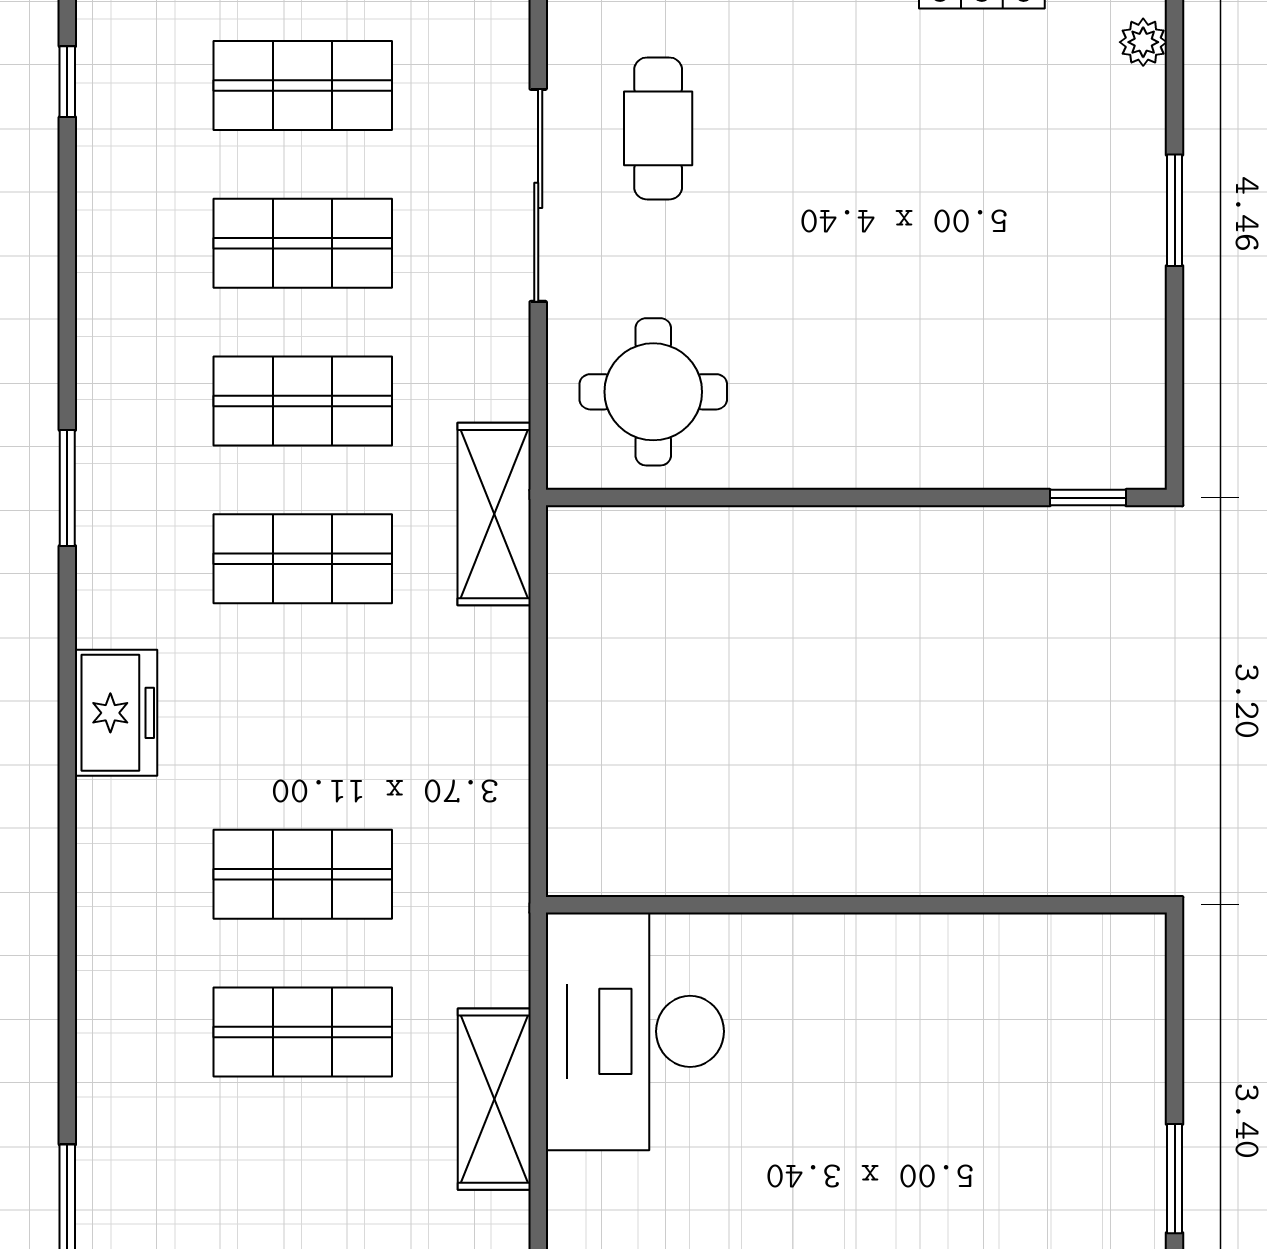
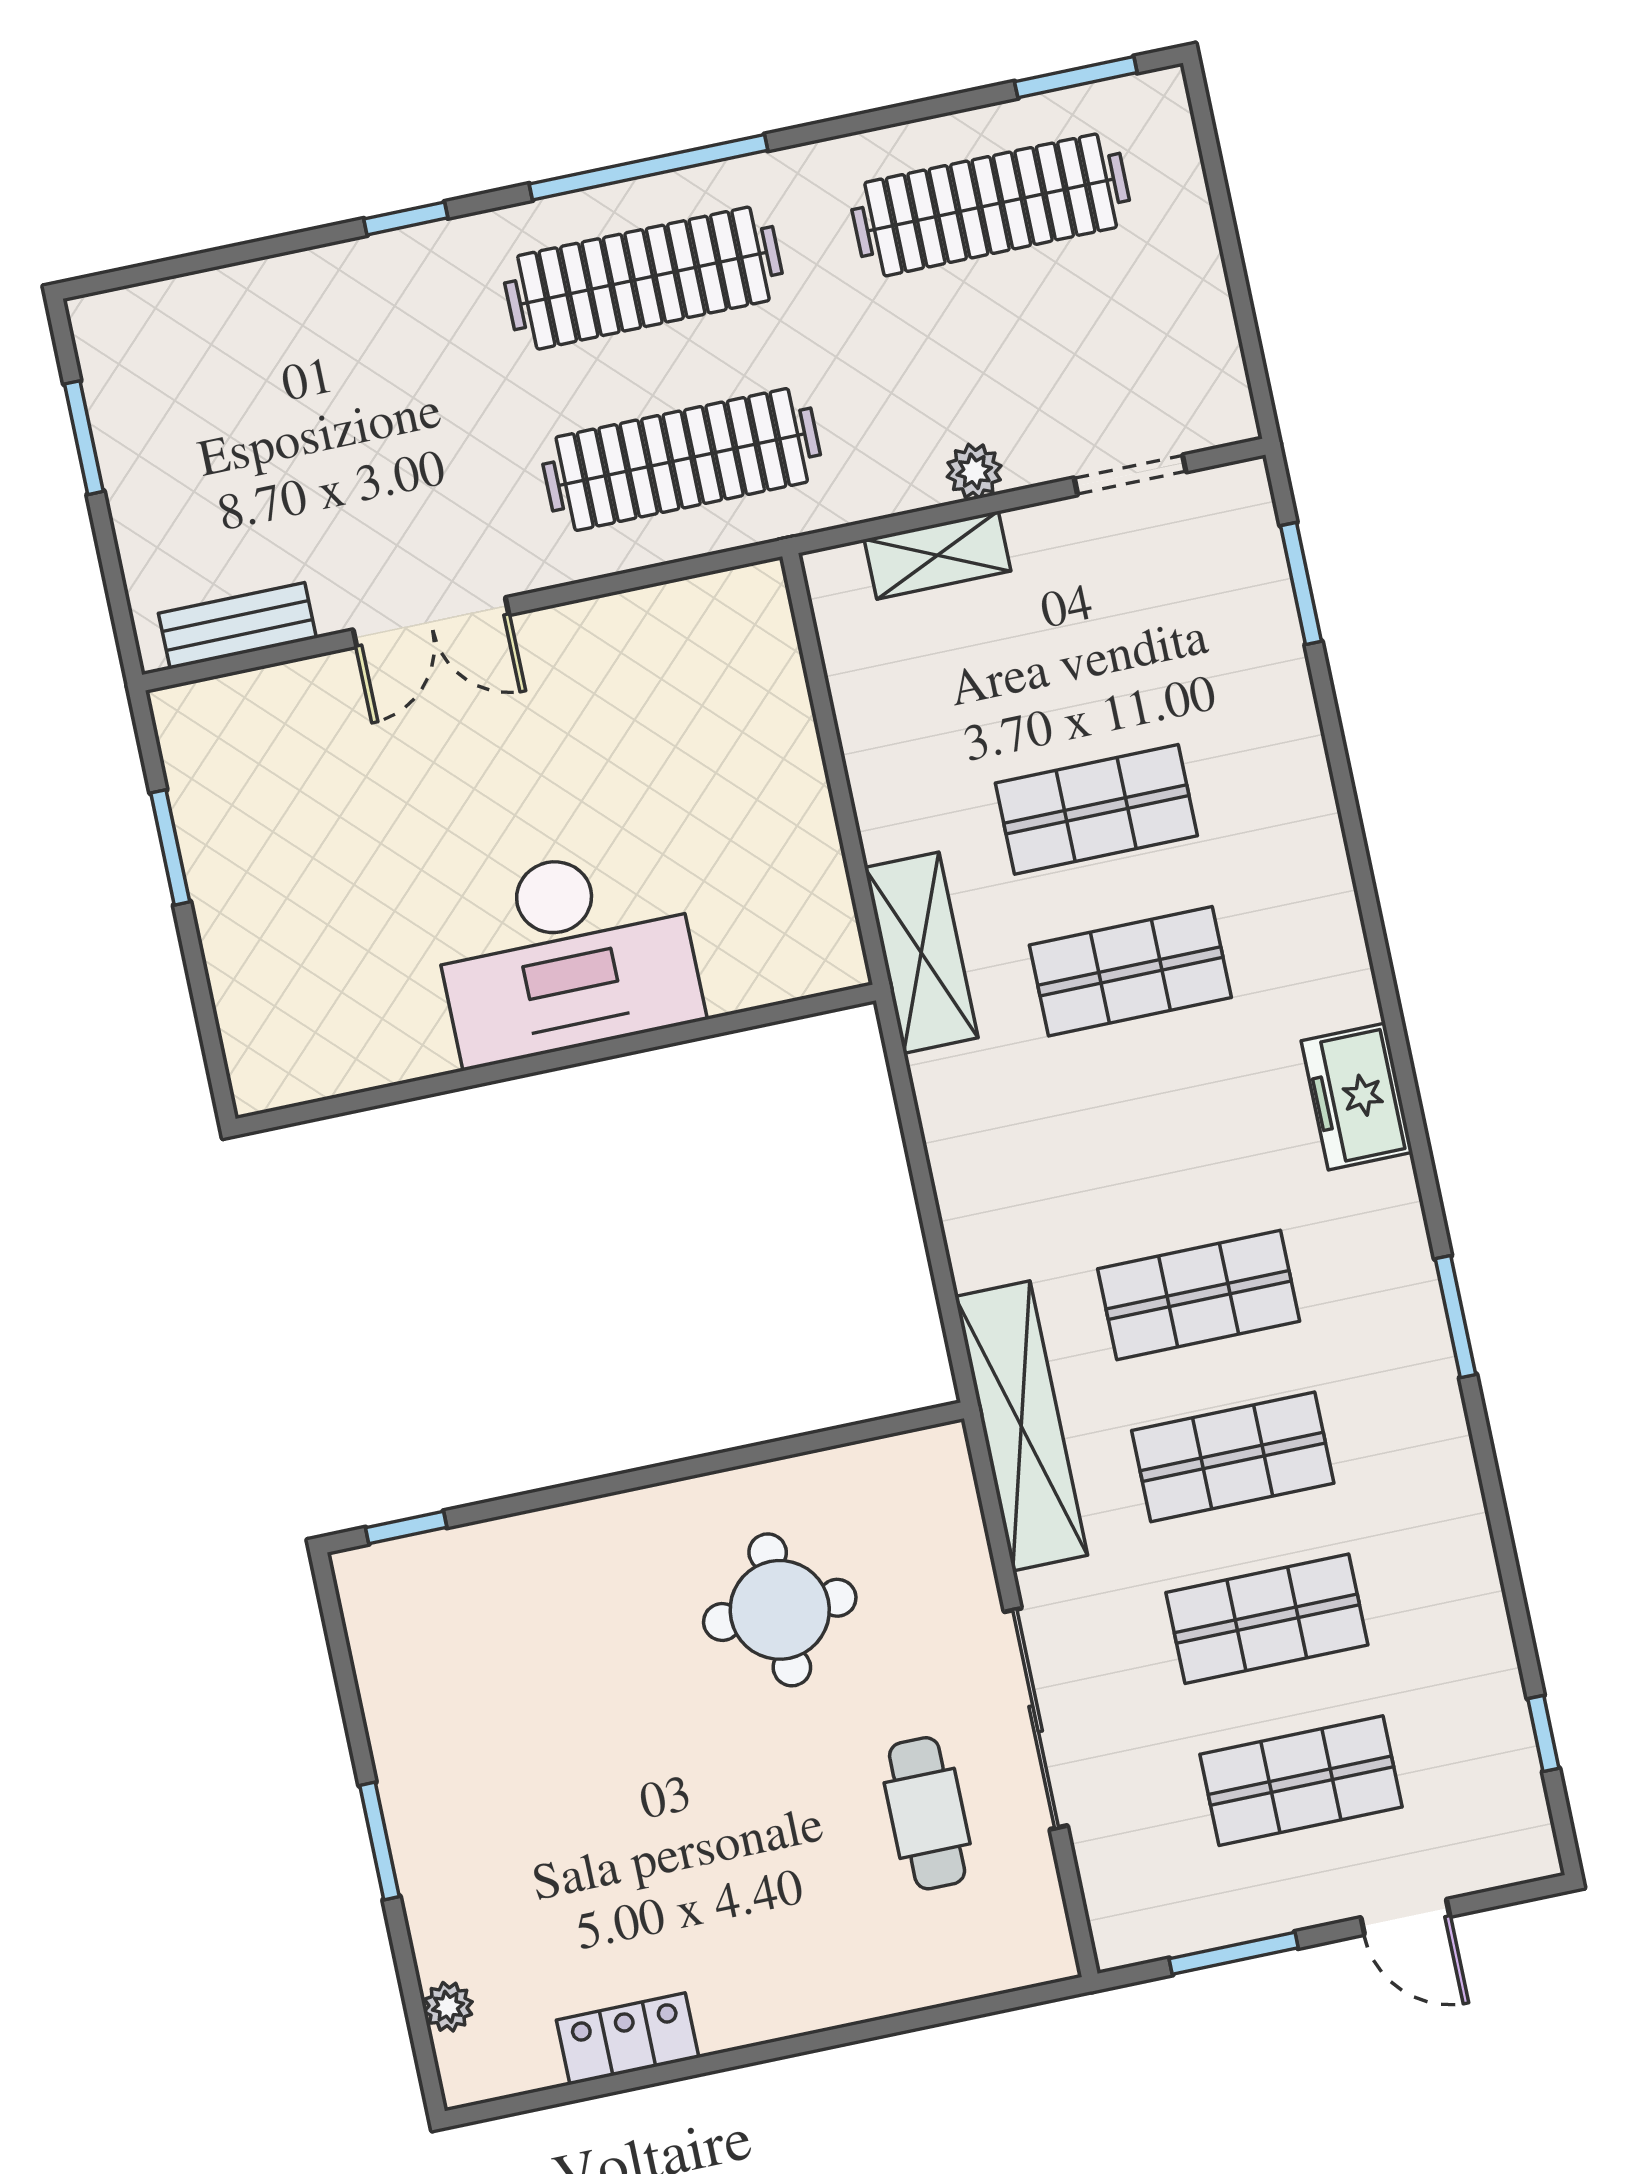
round table: (653, 392) -> (780, 1610), moved
shelving: (494, 514) -> (1021, 1426), width x1.47
desk: (635, 1031) -> (566, 954), moved, turned 90
shelving: (494, 1099) -> (921, 953), moved

